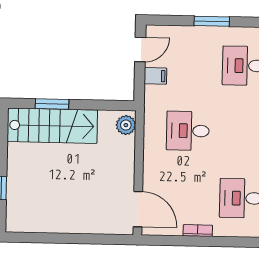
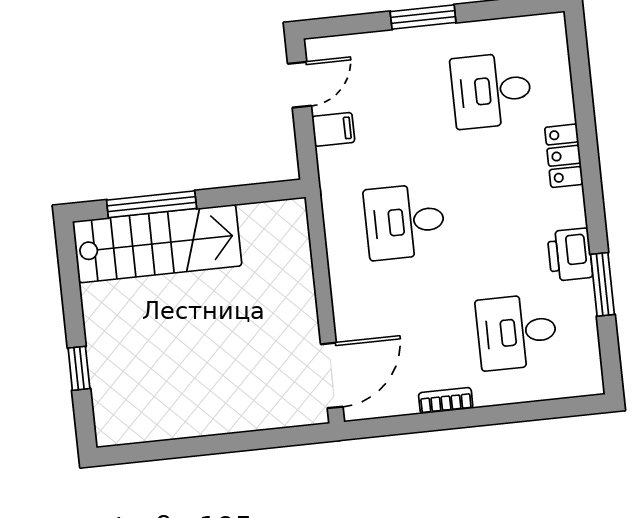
window: (52, 104) -> (152, 204), width x1.44
plant: (126, 125) -> (291, 225), removed
door: (138, 209) -> (332, 375), hinge flipped

